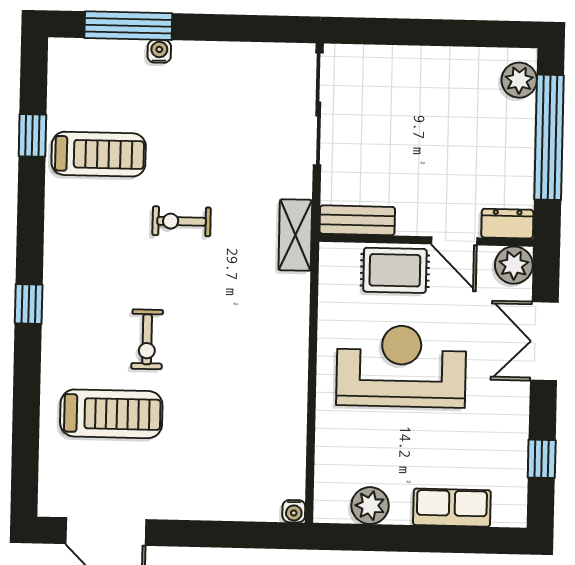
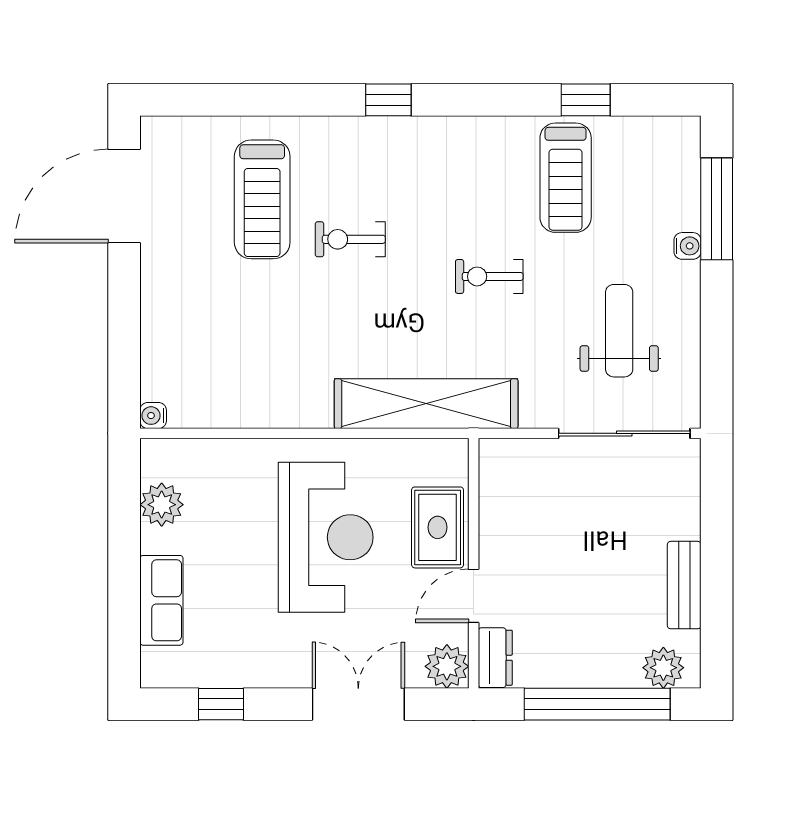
weight bench: (230, 111) -> (619, 331), added
bench: (357, 220) -> (684, 585), moved
exercise bike: (182, 221) -> (489, 276), turned -90
shelving: (295, 235) -> (426, 404), width x2.20, depth x1.33

